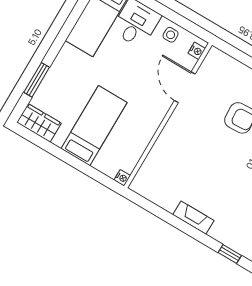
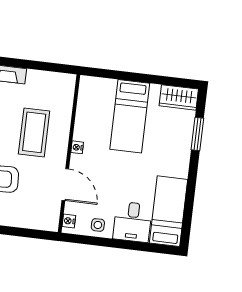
coffee table: (193, 151) -> (34, 132), added
nightstand: (122, 178) -> (77, 147), moved

